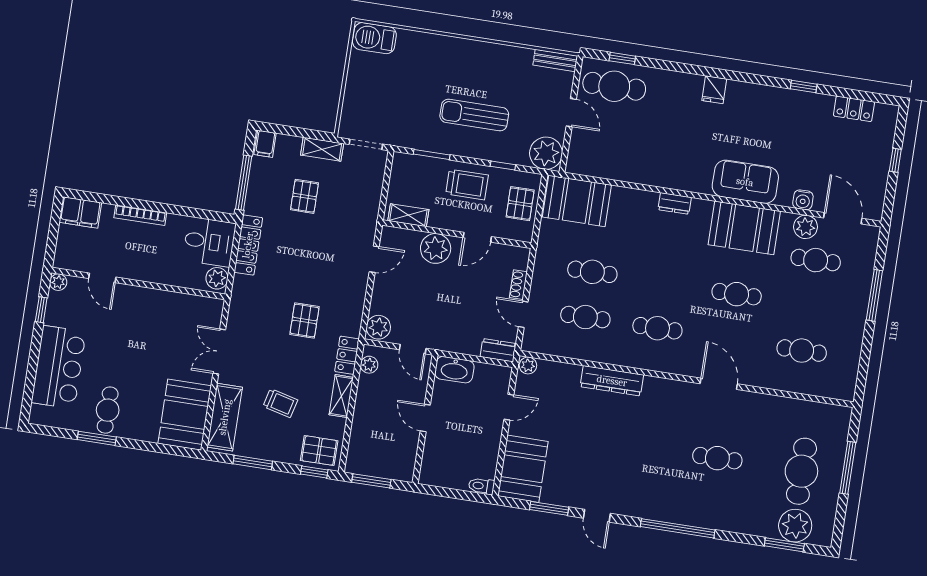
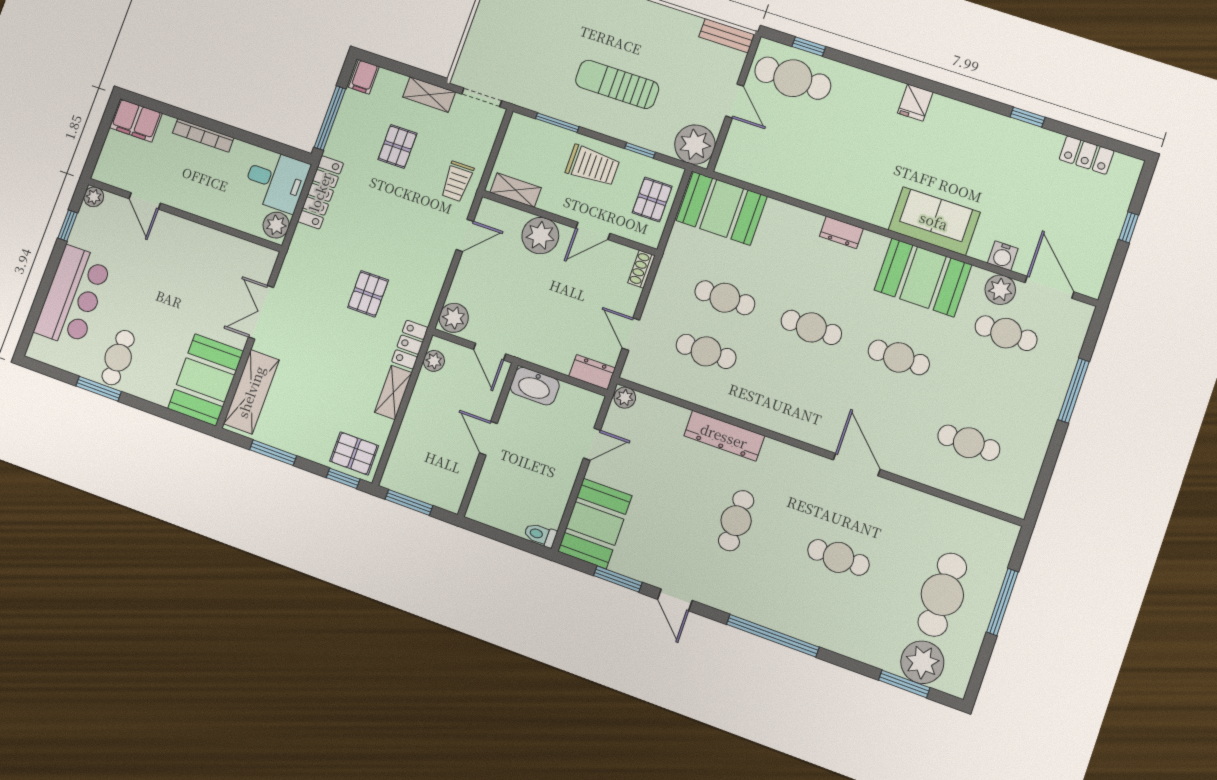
shoe rack: (518, 285) -> (641, 269), moved
cafe table: (657, 328) -> (811, 327), moved
trolley: (280, 403) -> (457, 181), moved, turned 76
cafe table: (633, 445) -> (736, 521), added

